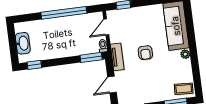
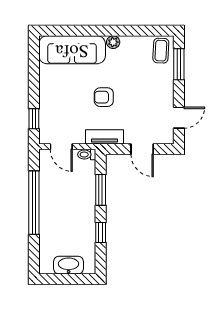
armchair: (145, 53) -> (104, 97), turned 180
window: (91, 57) -> (101, 190), moved
window: (34, 65) -> (101, 233), moved

